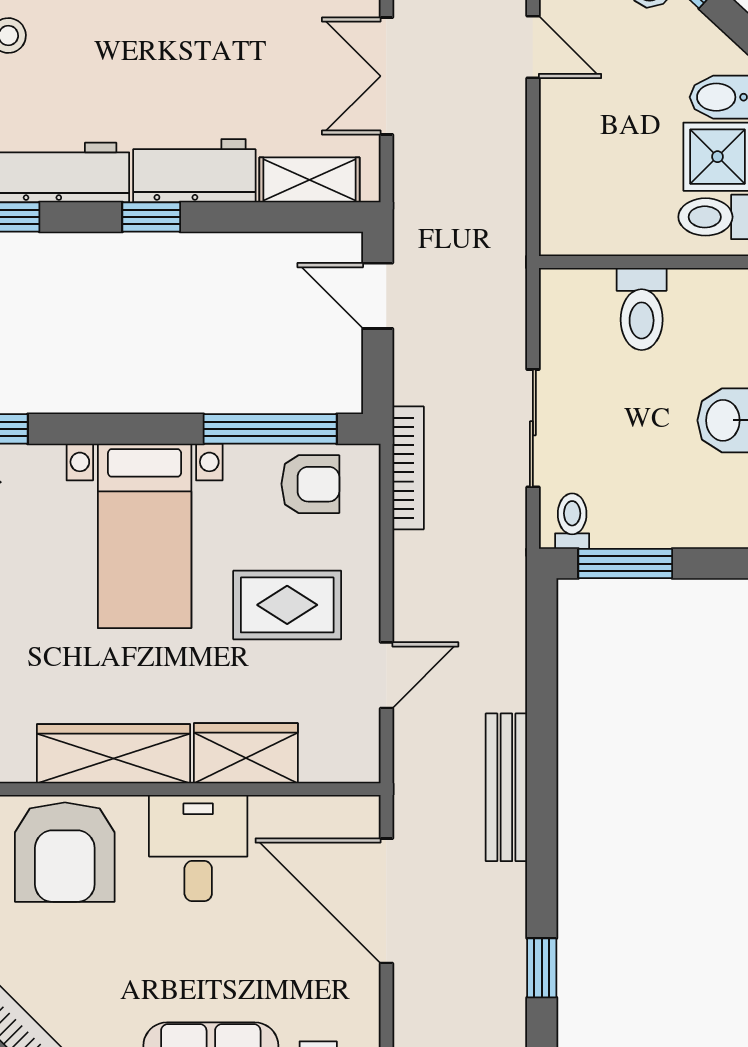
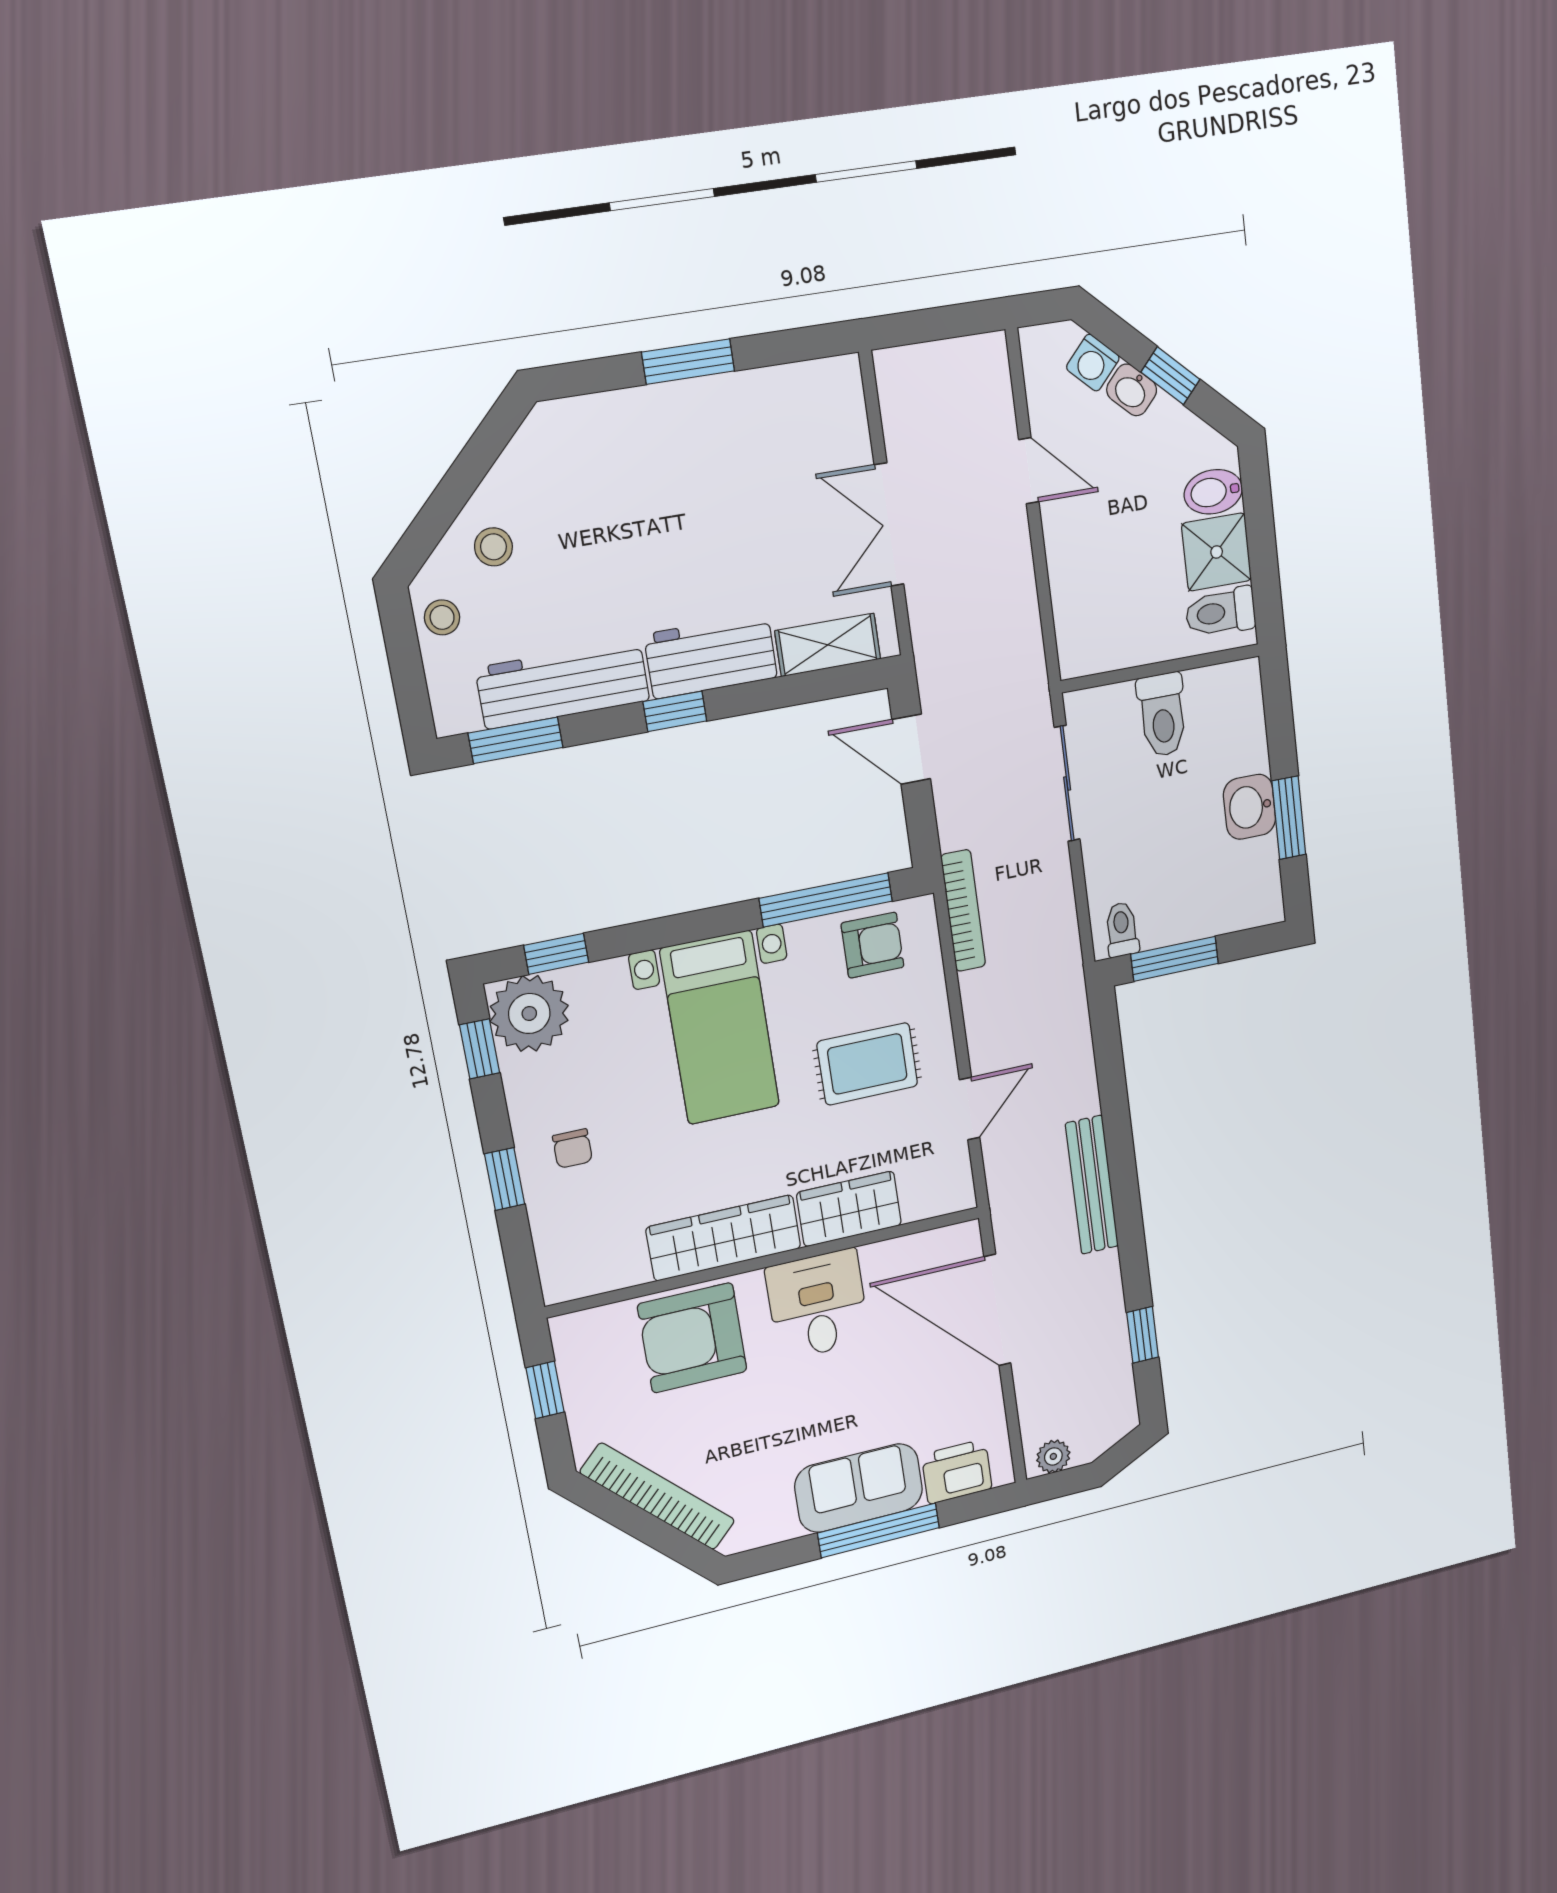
sliding door: (533, 428) -> (1067, 784), moved
armchair: (65, 852) -> (692, 1338), turned 90

